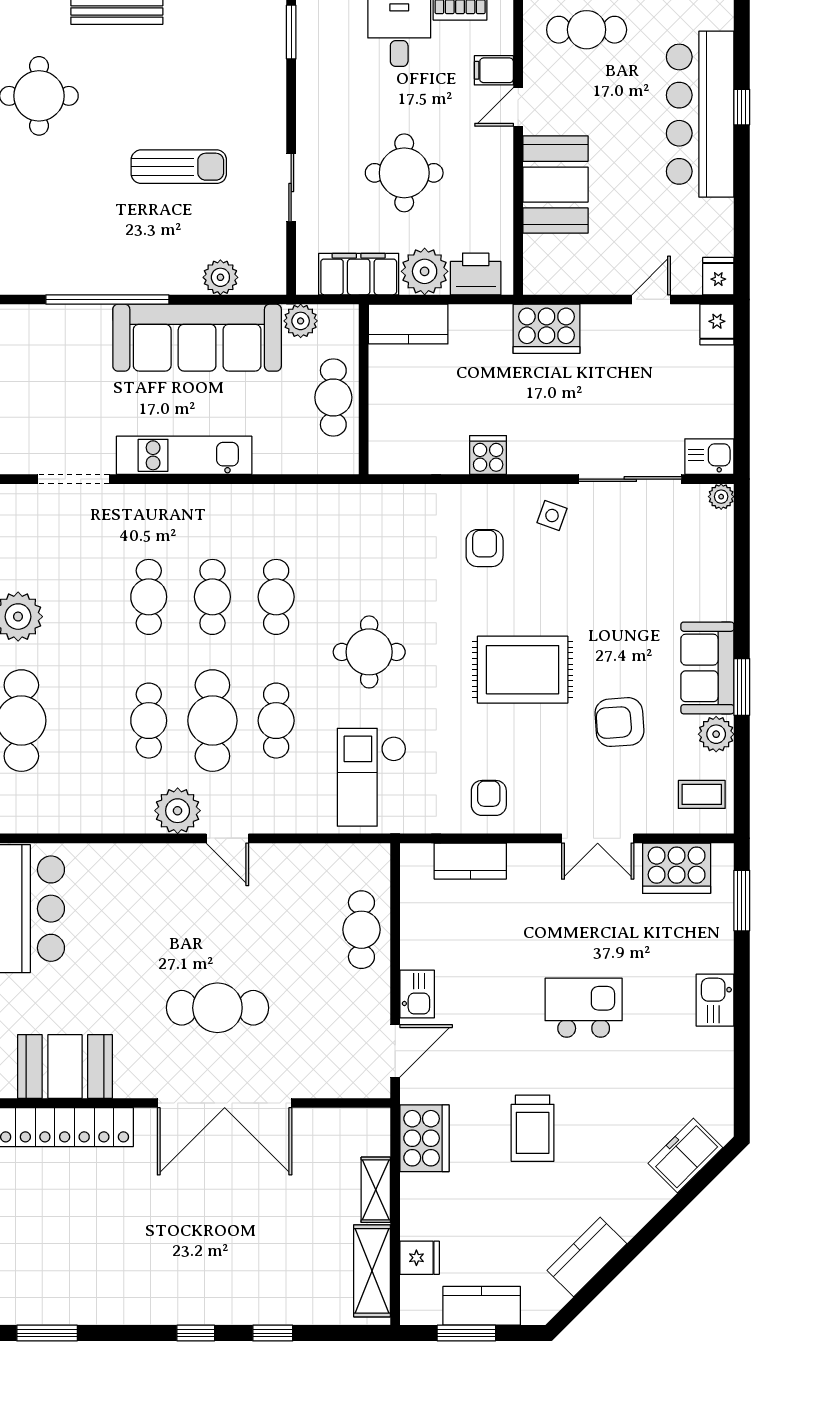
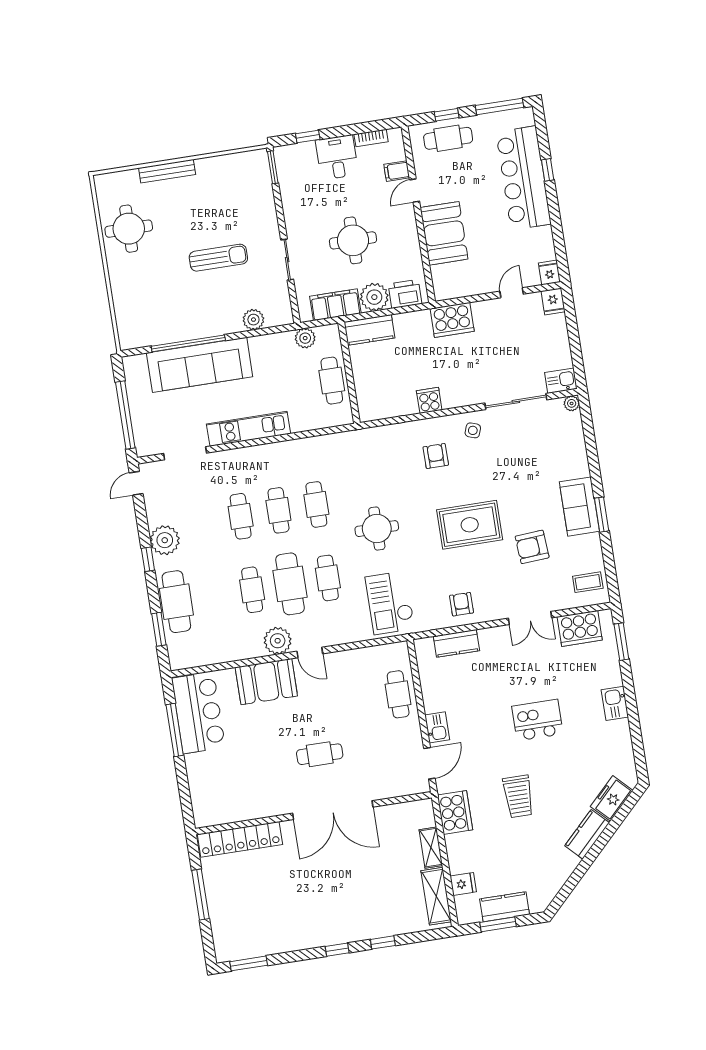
sofa: (197, 338) -> (200, 365), moved
plant: (716, 734) -> (591, 545), removed
cafe table: (217, 1008) -> (320, 754), width x0.73, depth x0.74
booth: (65, 1066) -> (266, 682), moved
kitchen counter: (587, 1257) -> (587, 834), moved

